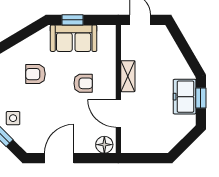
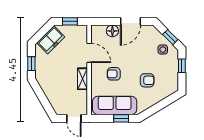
sofa: (74, 38) -> (115, 105), width x1.36
freezer: (185, 97) -> (51, 40), moved, turned 45
floor lamp: (104, 145) -> (112, 31), moved
window: (146, 158) -> (70, 21), added

